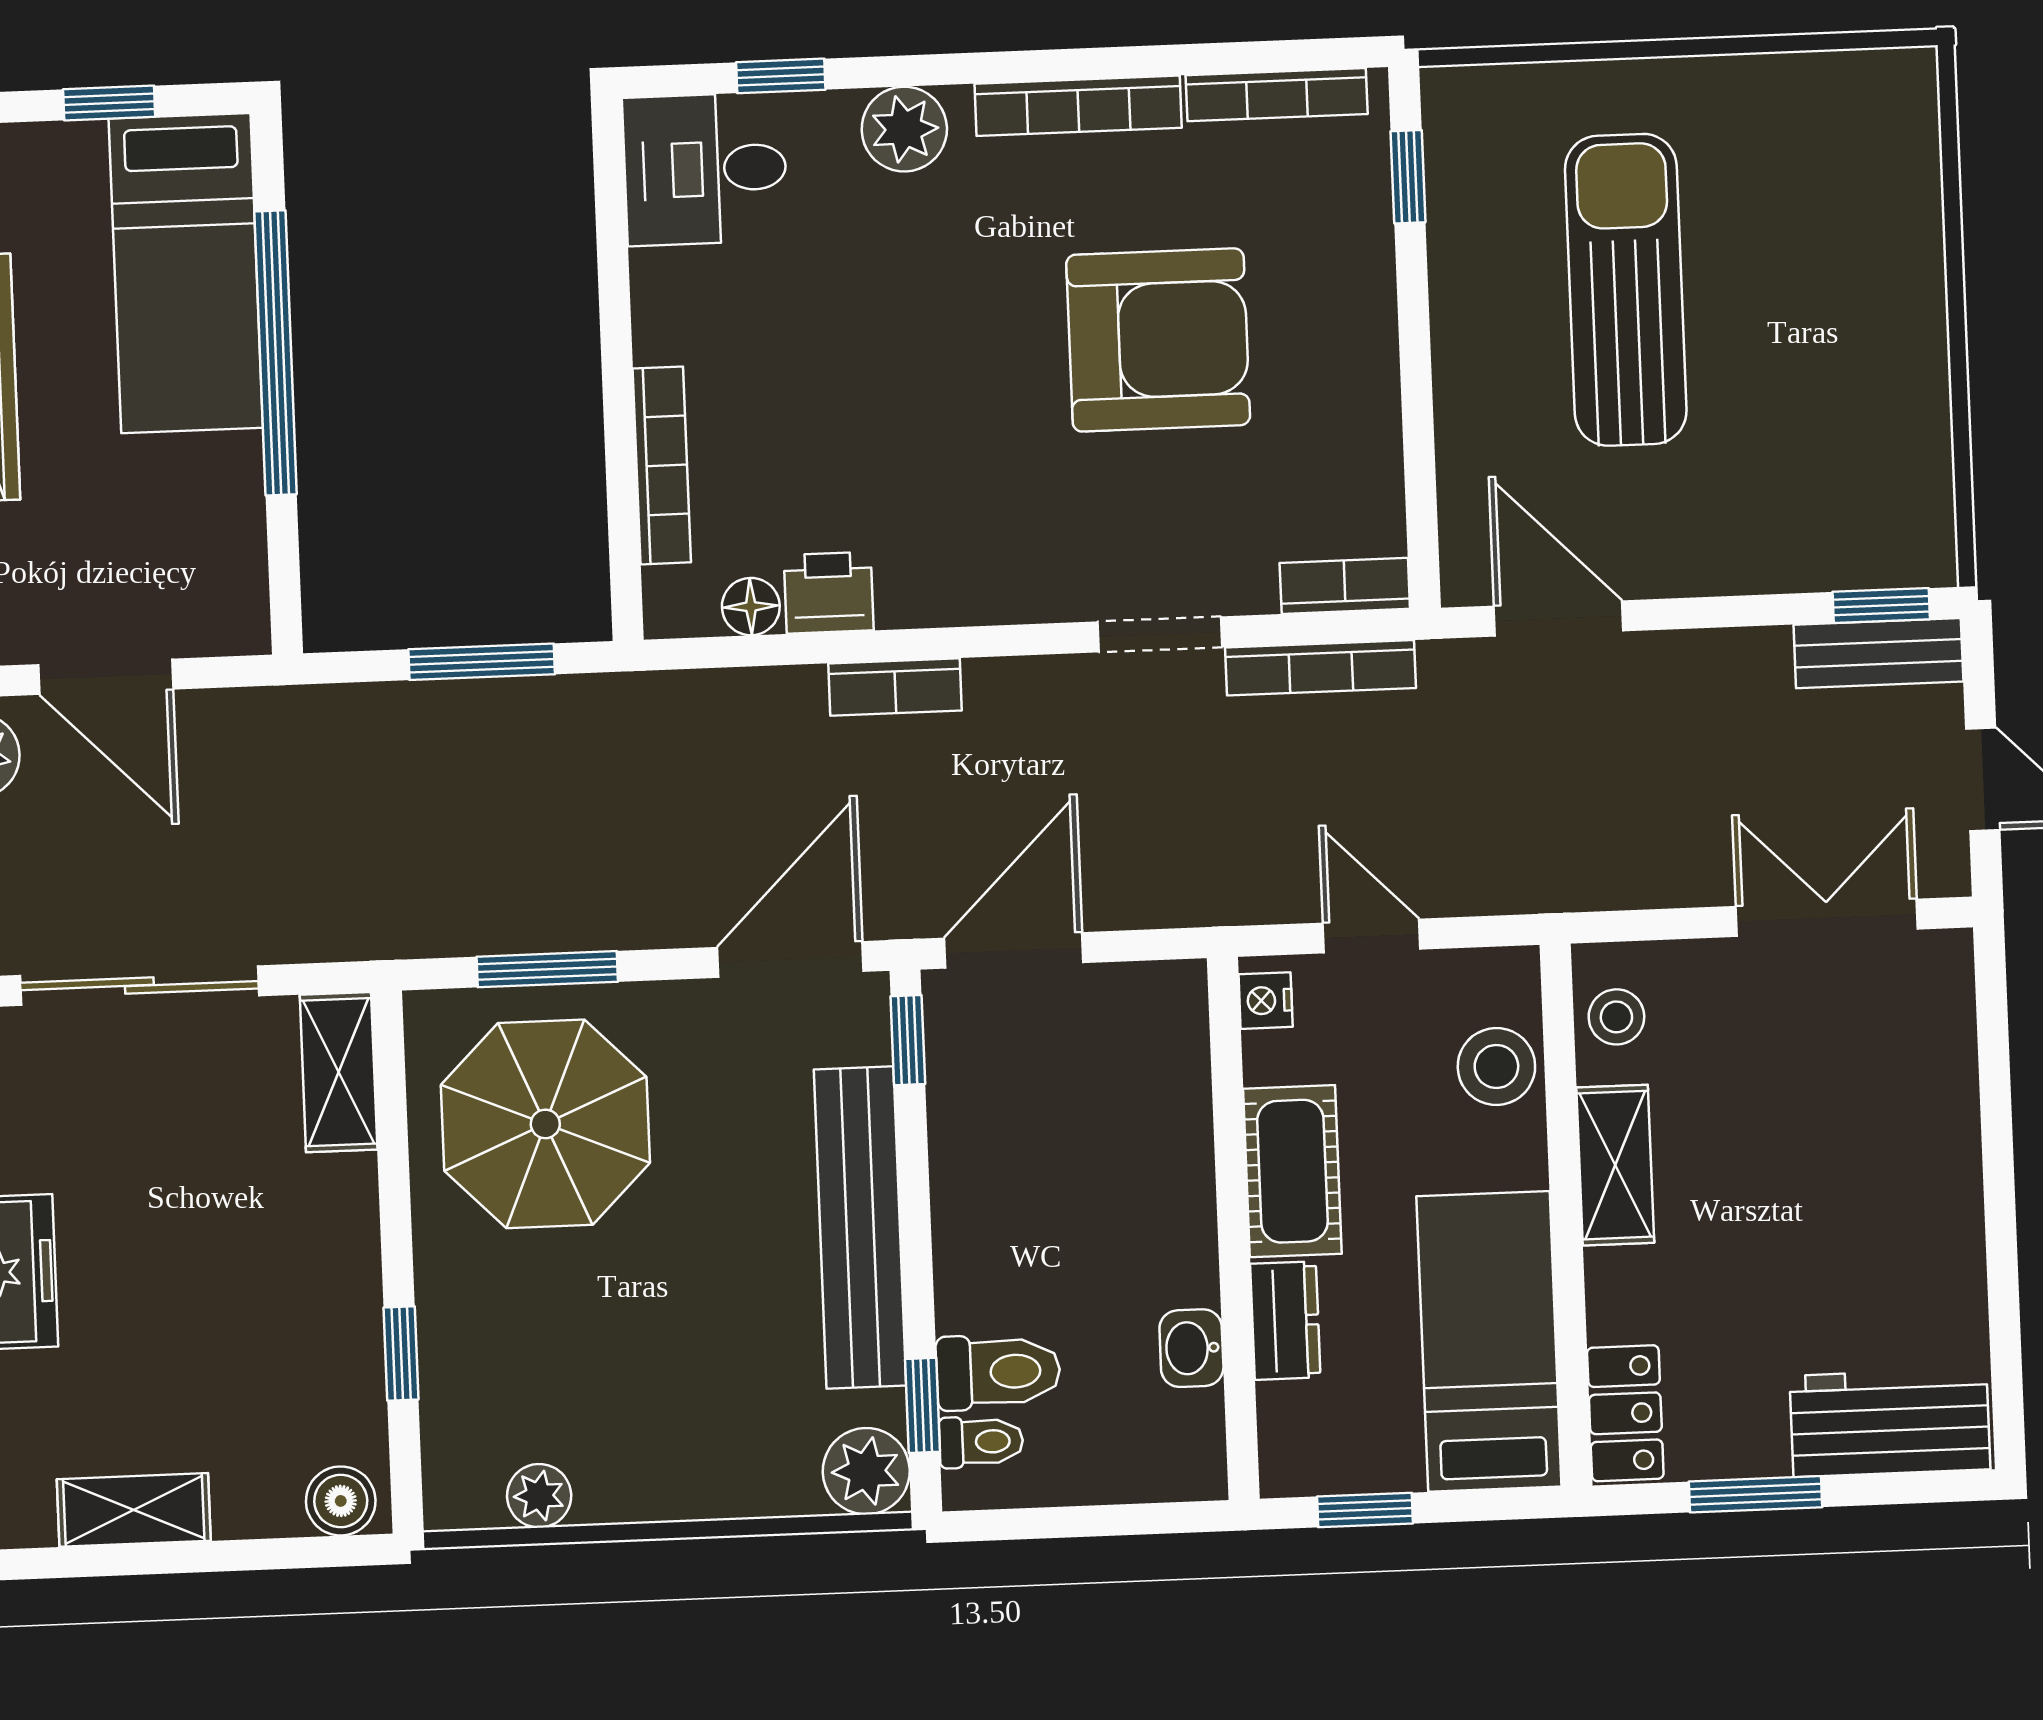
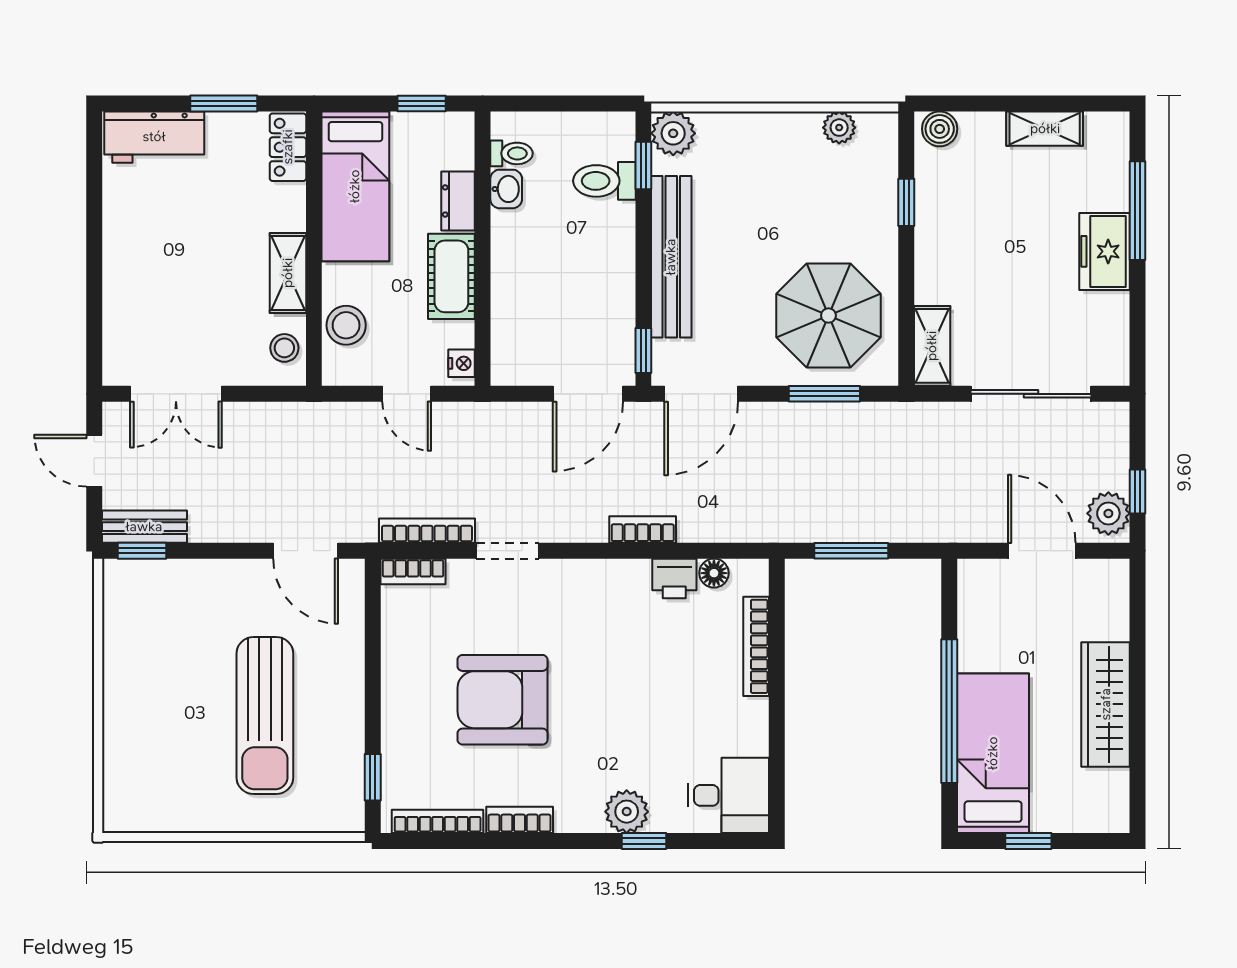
window: (781, 76) -> (644, 841), moved
bookcase: (1078, 106) -> (520, 820), width x0.64
toilet: (981, 1442) -> (511, 153), moved, turned 180

